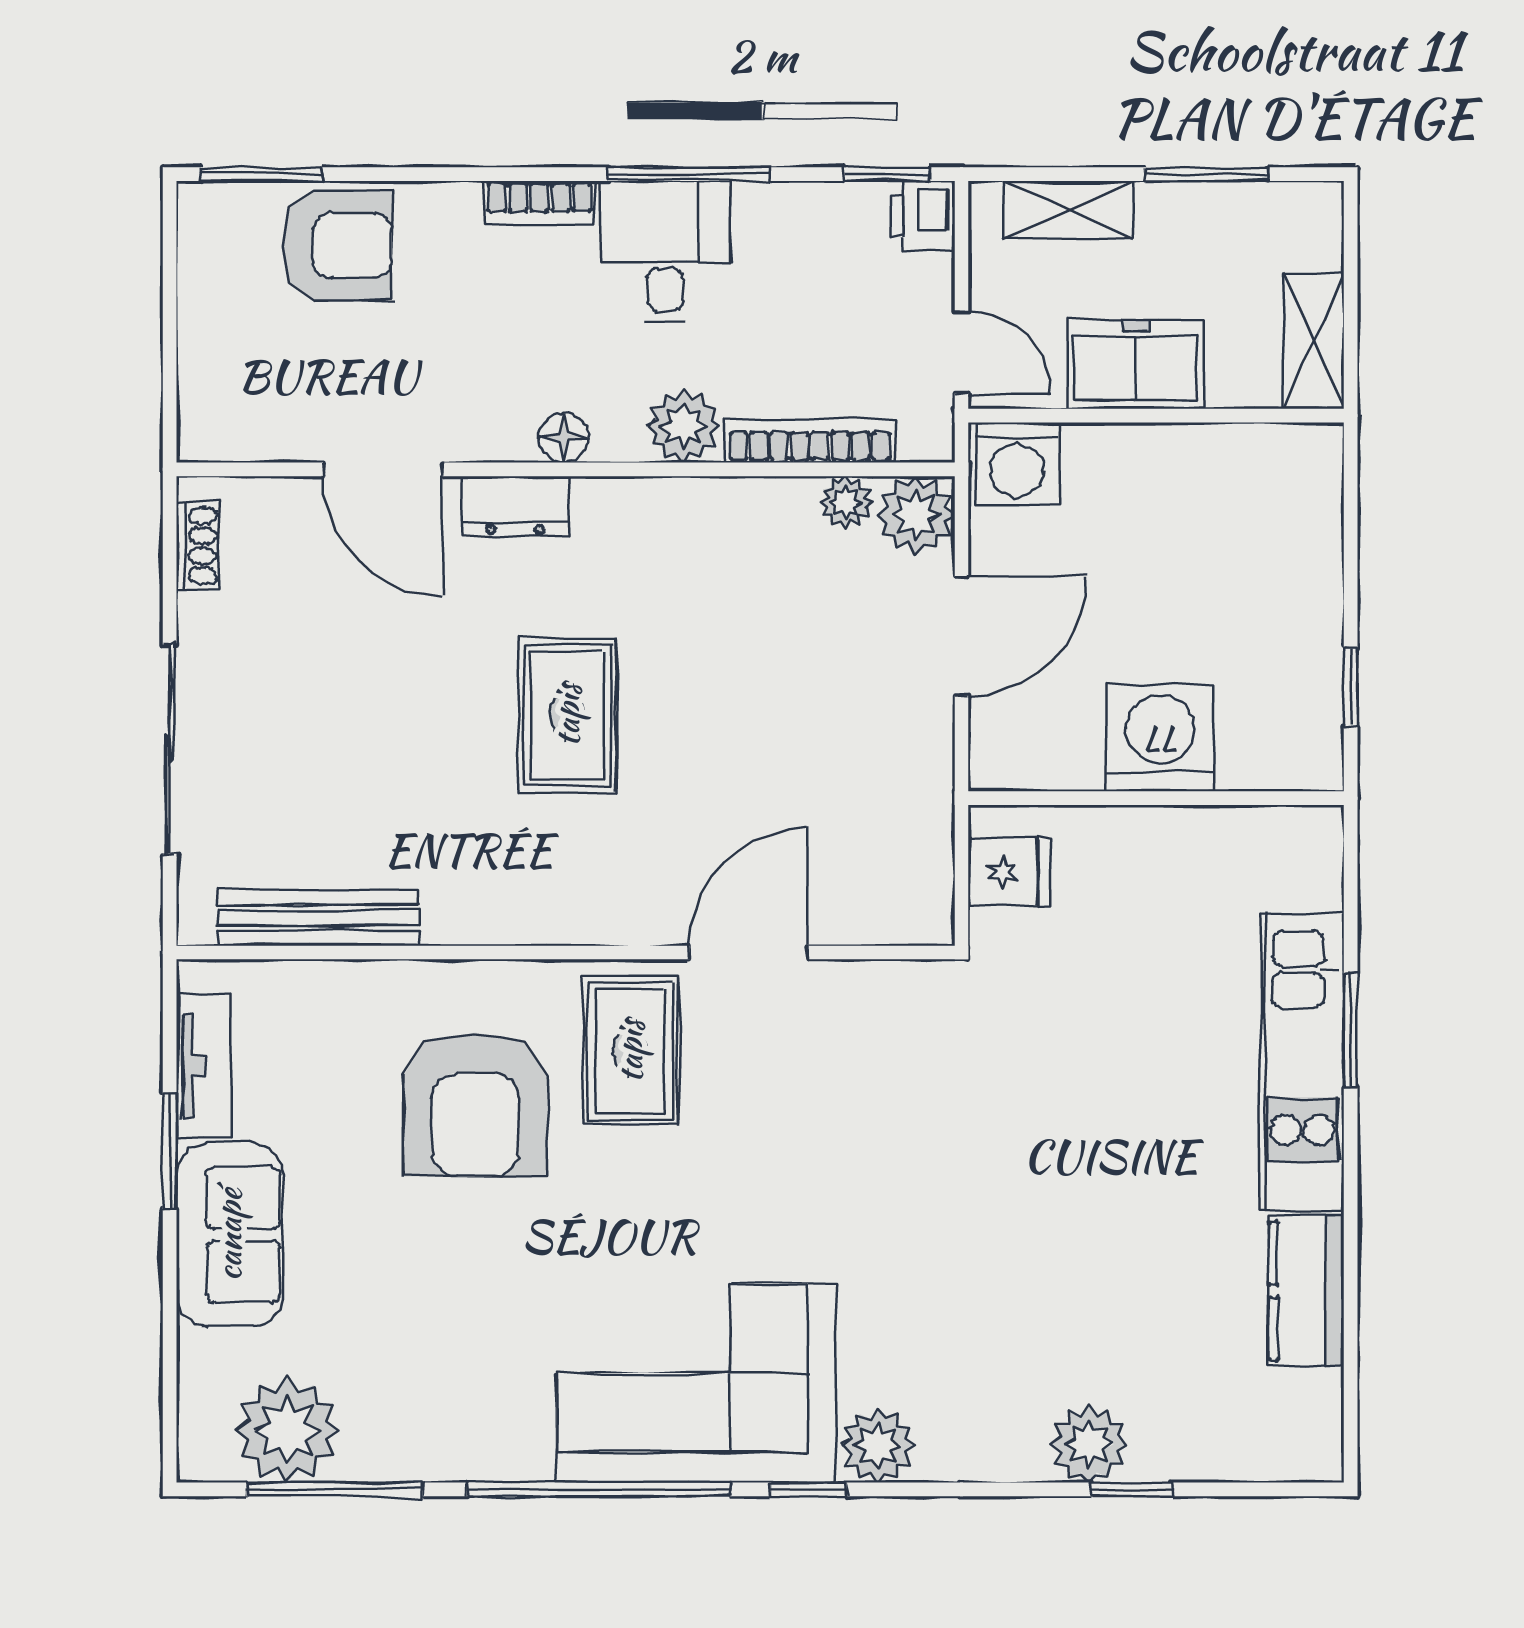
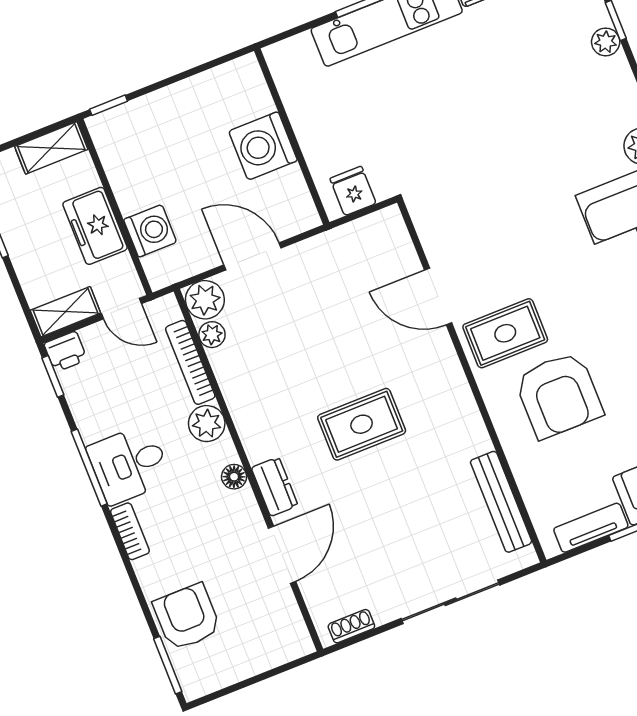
shelving: (1069, 210) -> (65, 312), moved, turned 90
door: (961, 352) -> (121, 309), swing flipped
washing machine: (1018, 464) -> (150, 231), moved
window: (1351, 687) -> (109, 105), moved
armchair: (475, 1105) -> (559, 395), turned 90
plant: (1089, 1444) -> (606, 42), width x0.73, depth x0.73

